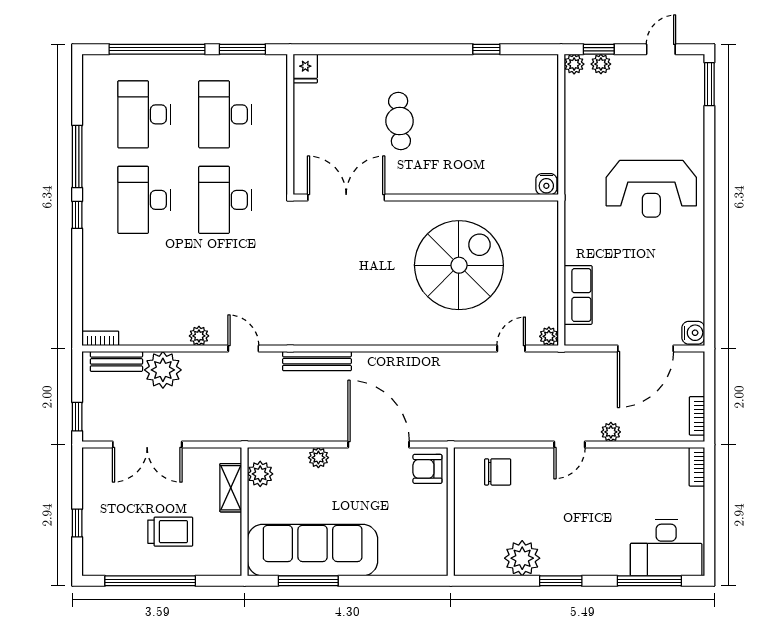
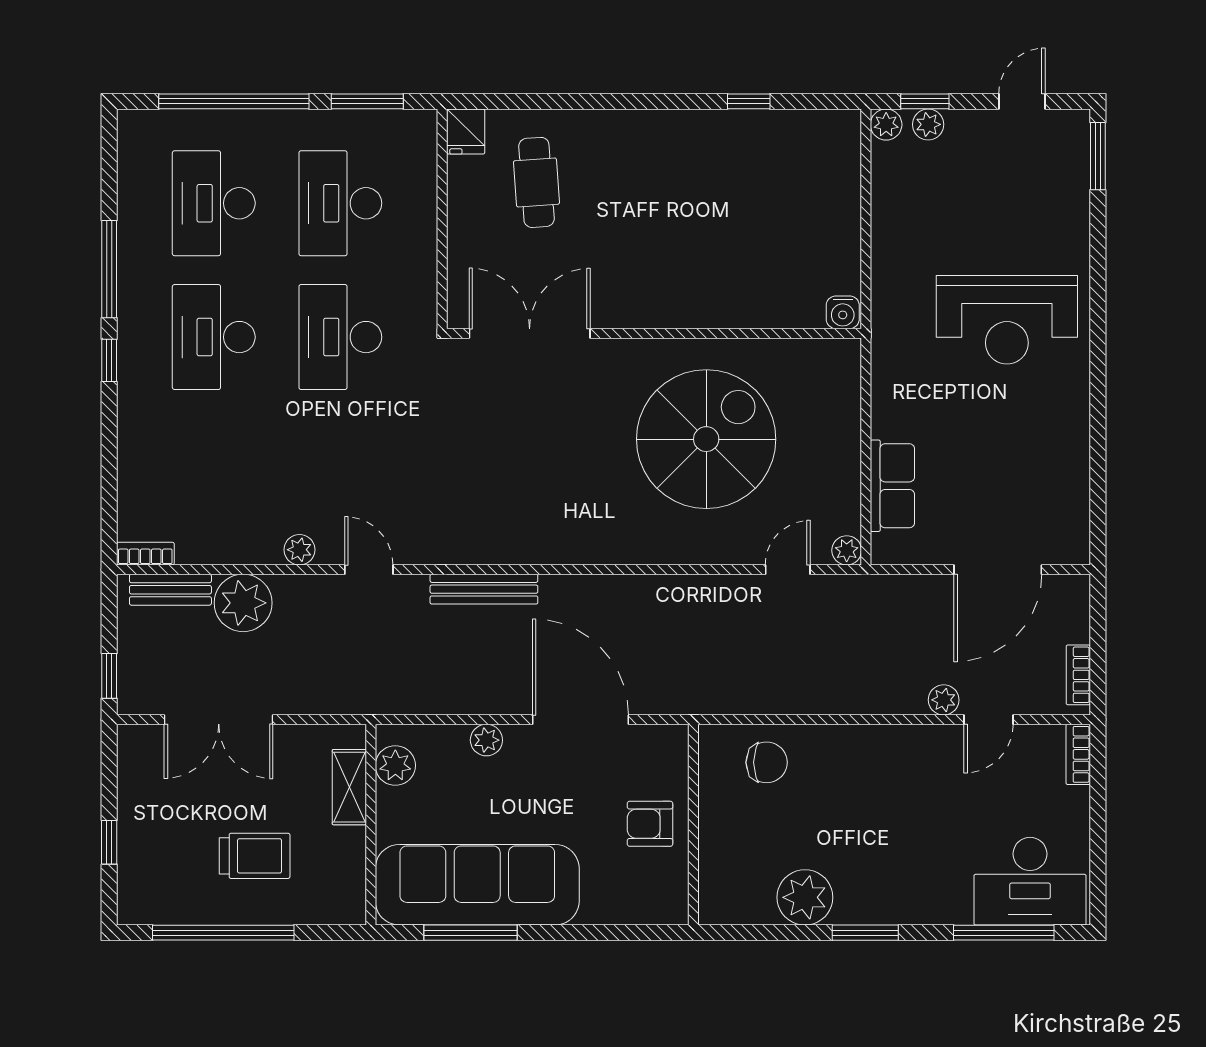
cafe table: (400, 121) -> (536, 182), moved
water cooler: (693, 333) -> (1072, 545), removed
door: (570, 445) -> (988, 720), moved
armchair: (427, 469) -> (650, 824), moved

